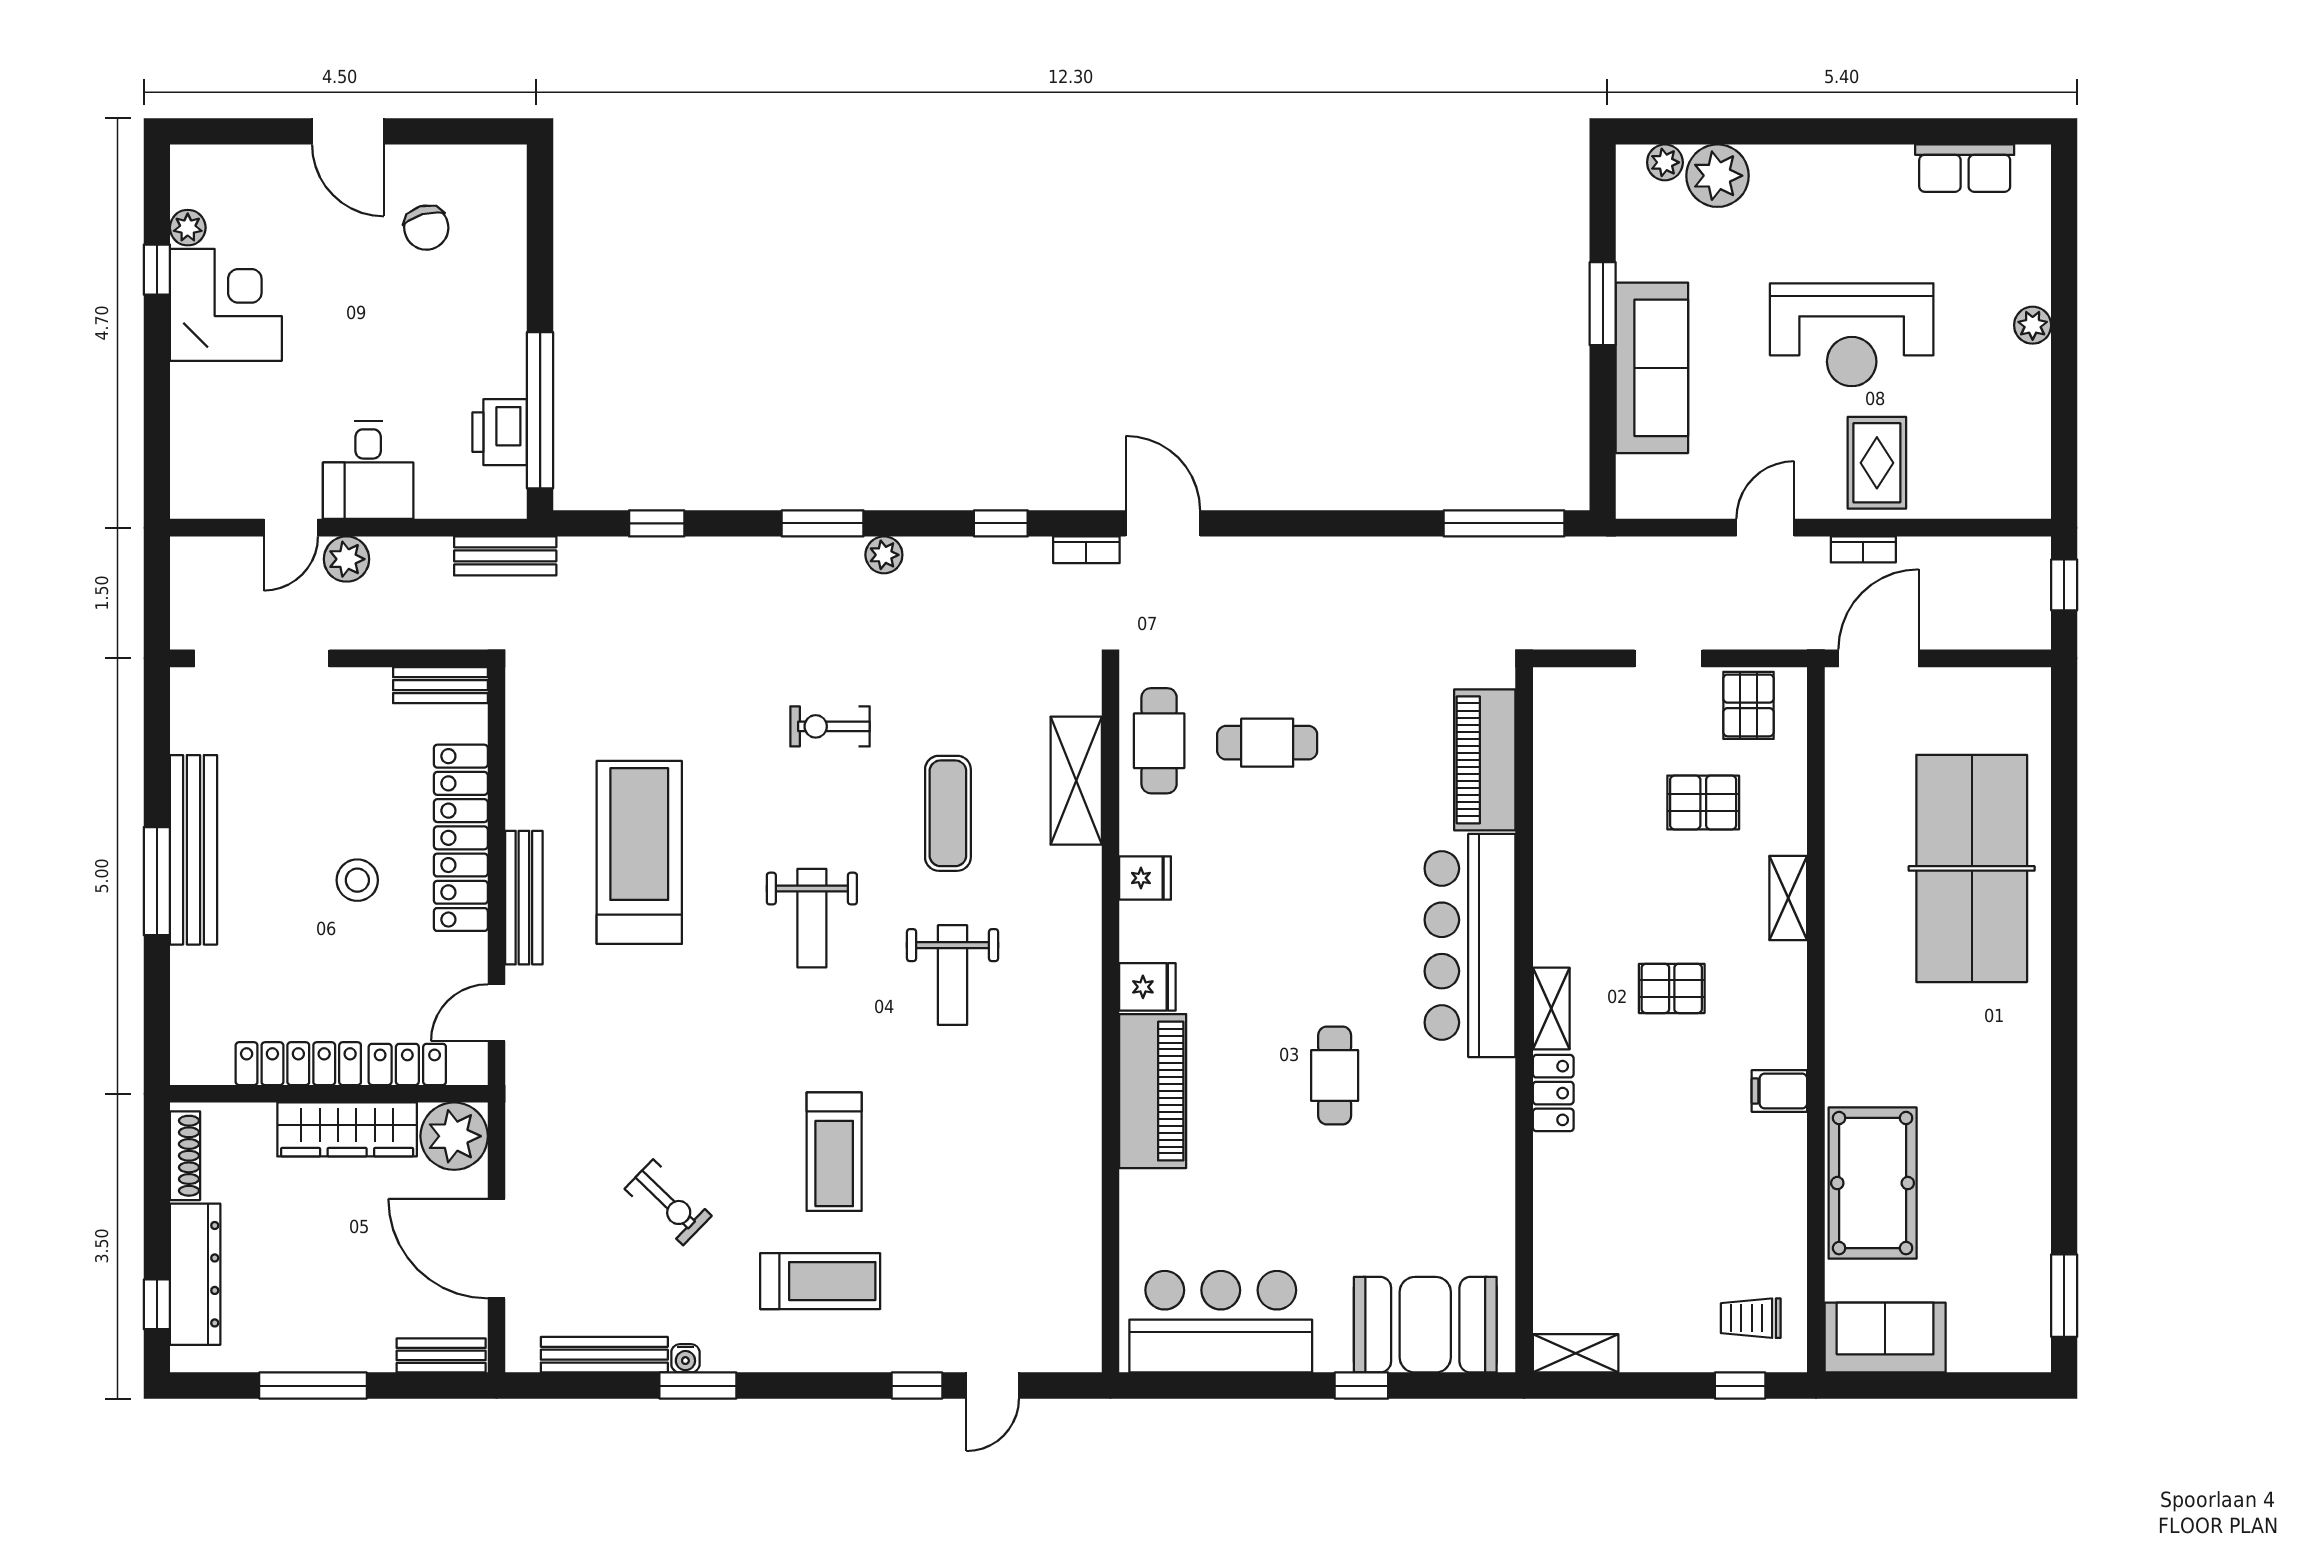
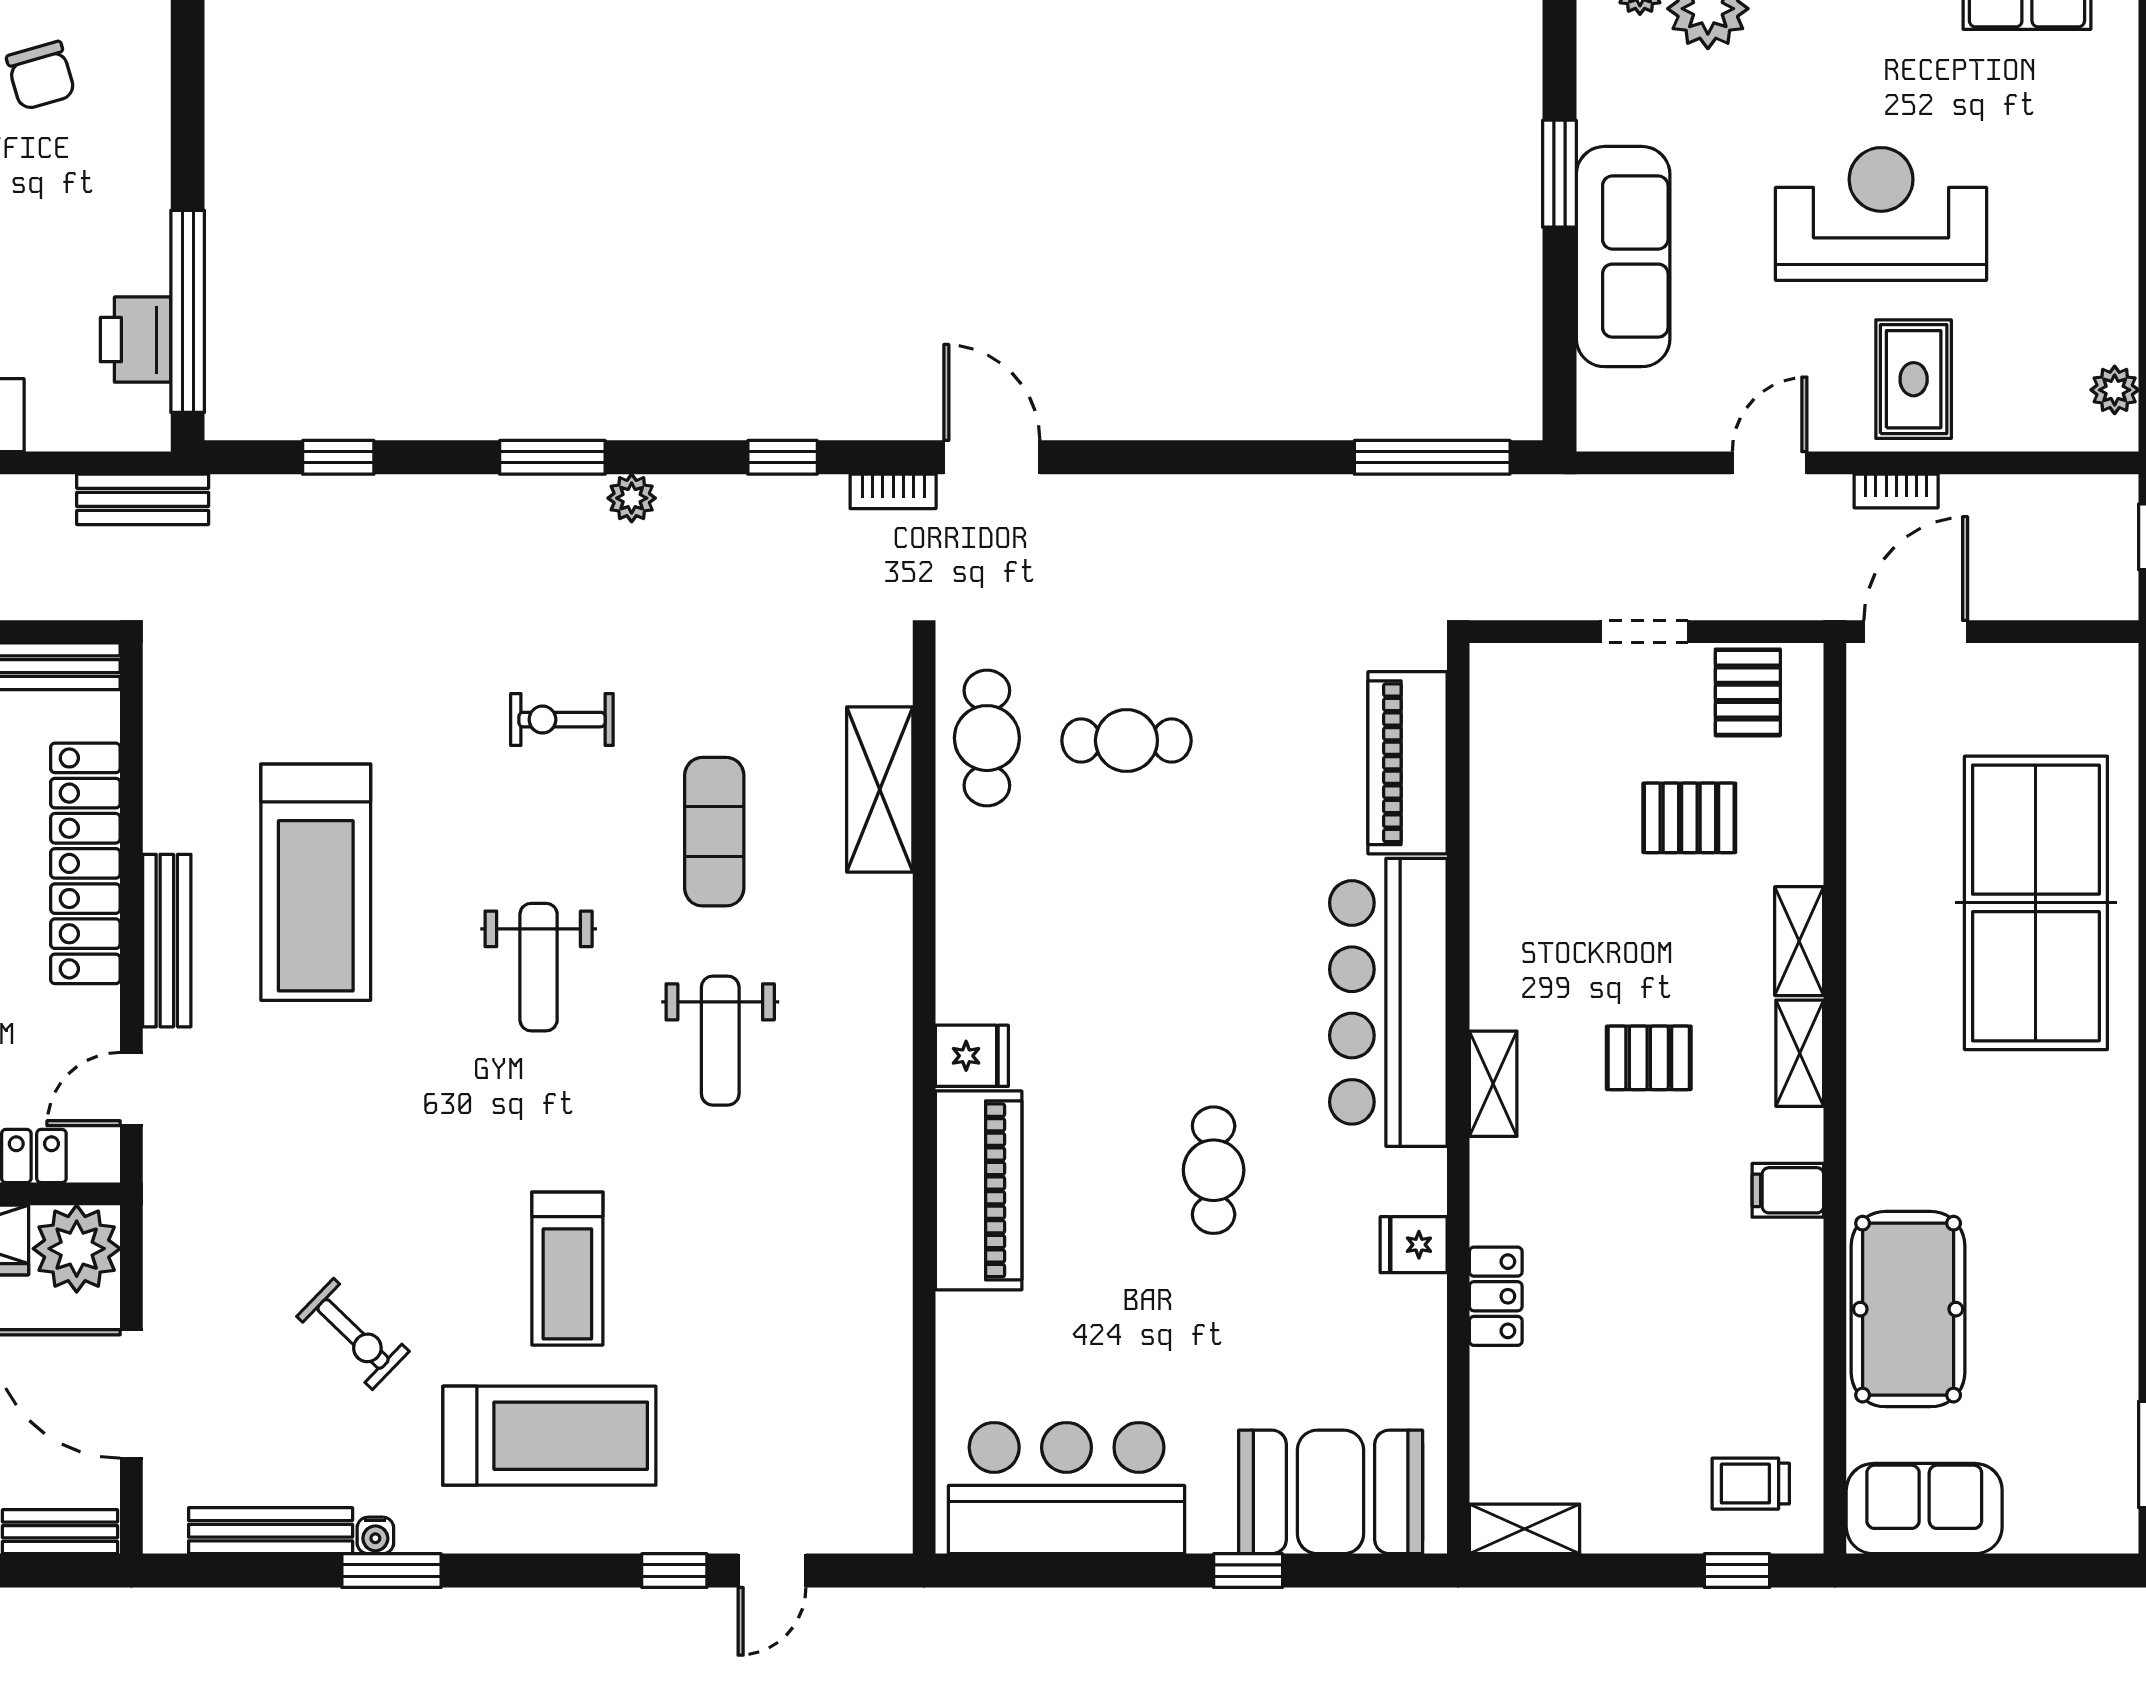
plant: (2033, 325) -> (2115, 390), moved
reception desk: (1852, 335) -> (1881, 214), turned 180
treadmill: (639, 852) -> (316, 882), turned 180
fridge: (1145, 878) -> (1414, 1245), moved, turned 180
shelving: (1789, 985) -> (1800, 1053), added
locker: (1553, 1093) -> (1496, 1296), moved
treadmill: (820, 1281) -> (549, 1436), width x1.37, depth x1.38

